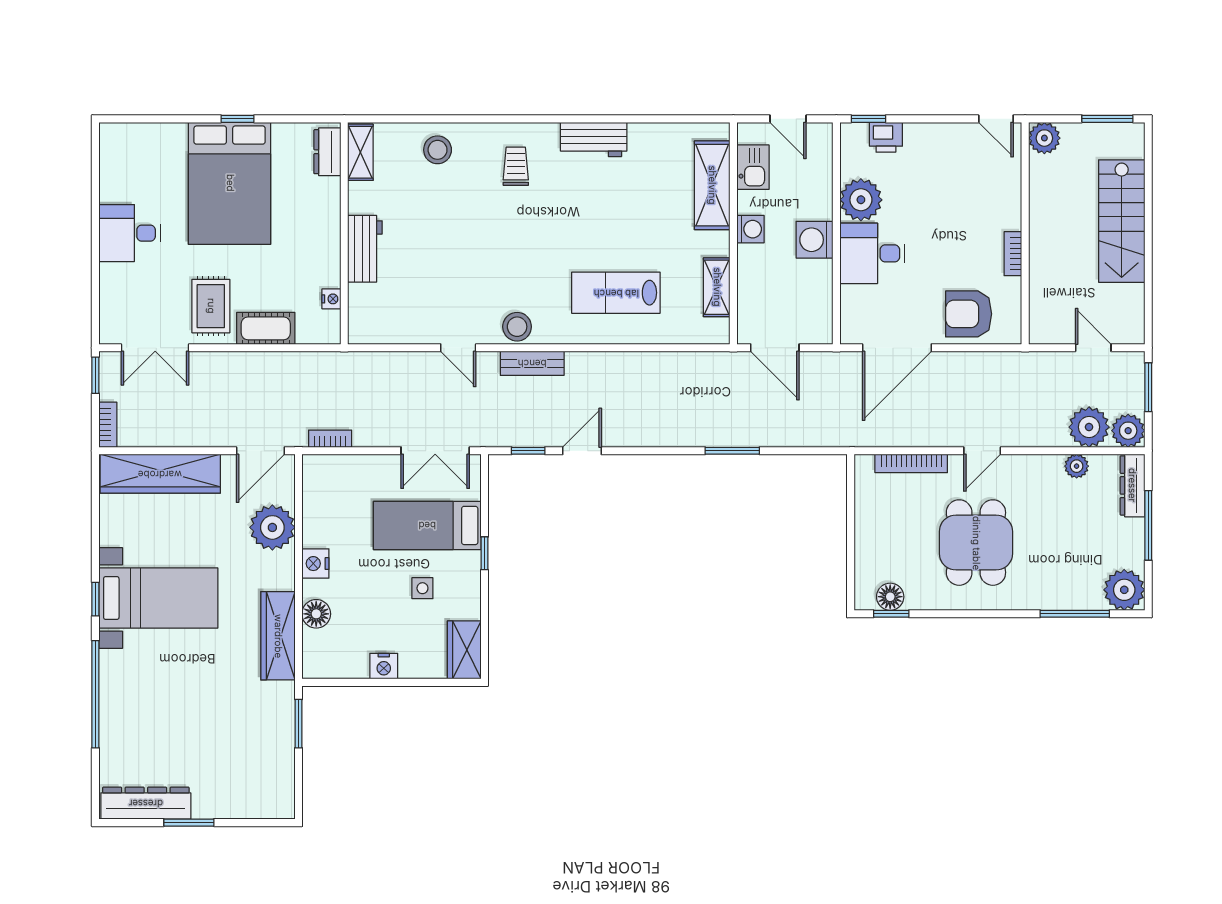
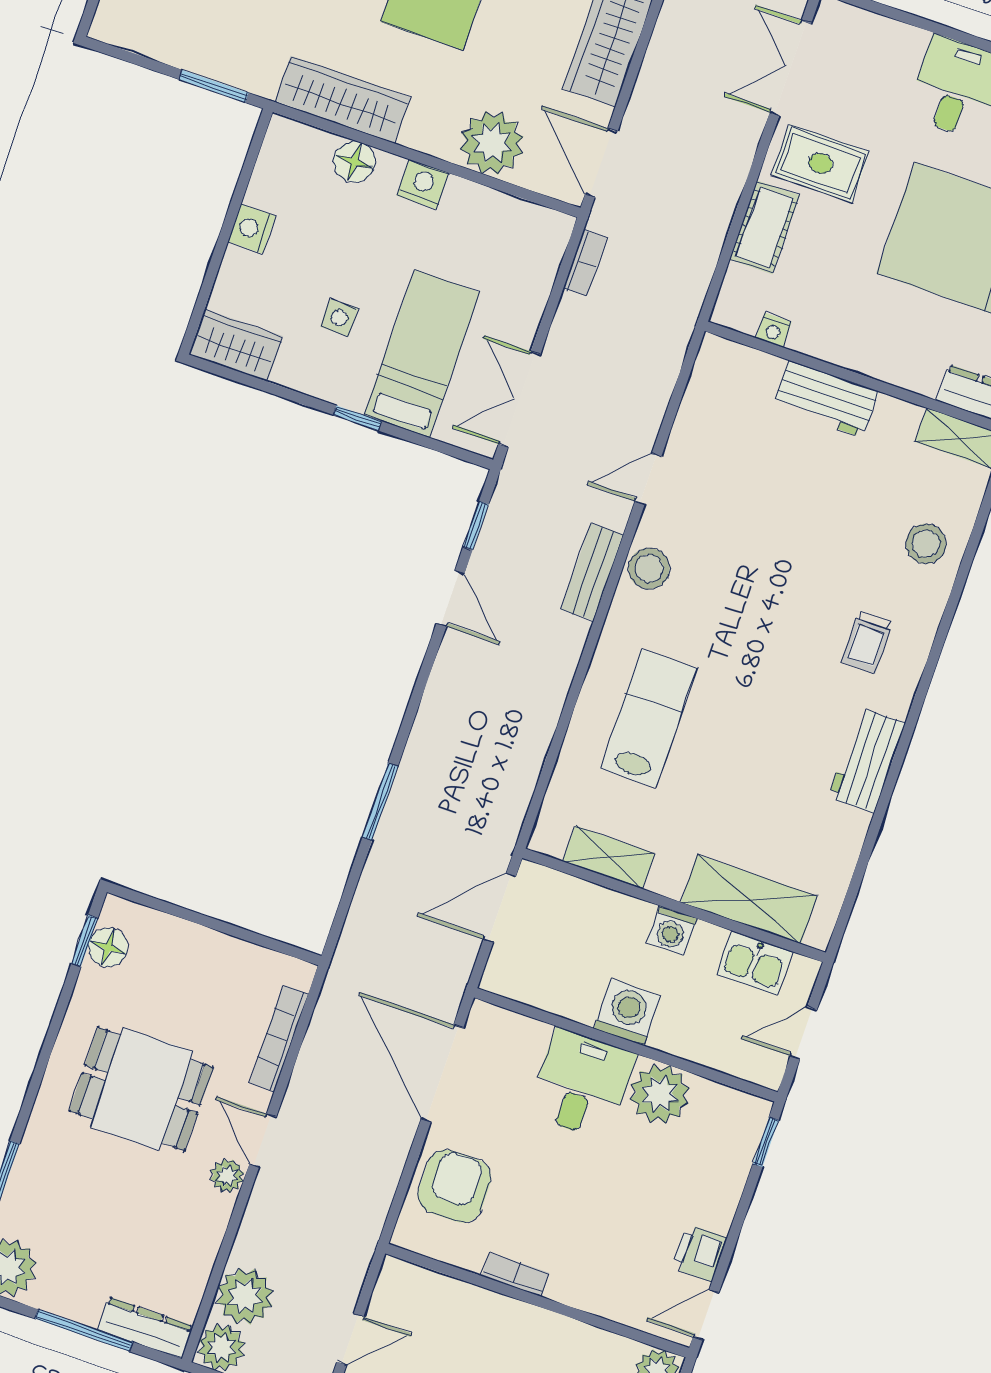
printer: (886, 137) -> (699, 1253), moved
trolley: (516, 166) -> (867, 642), turned 90
plant: (1077, 466) -> (227, 1176), moved

